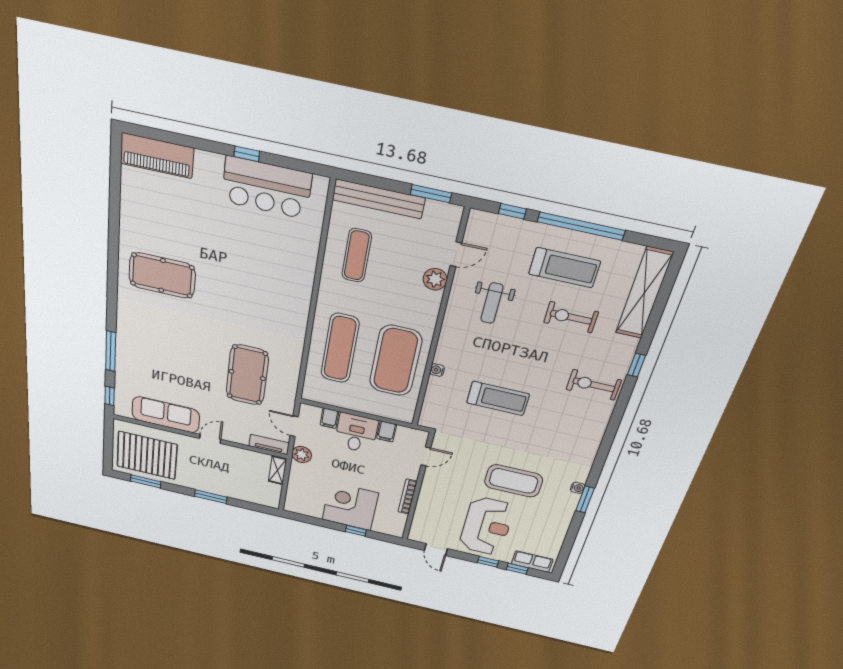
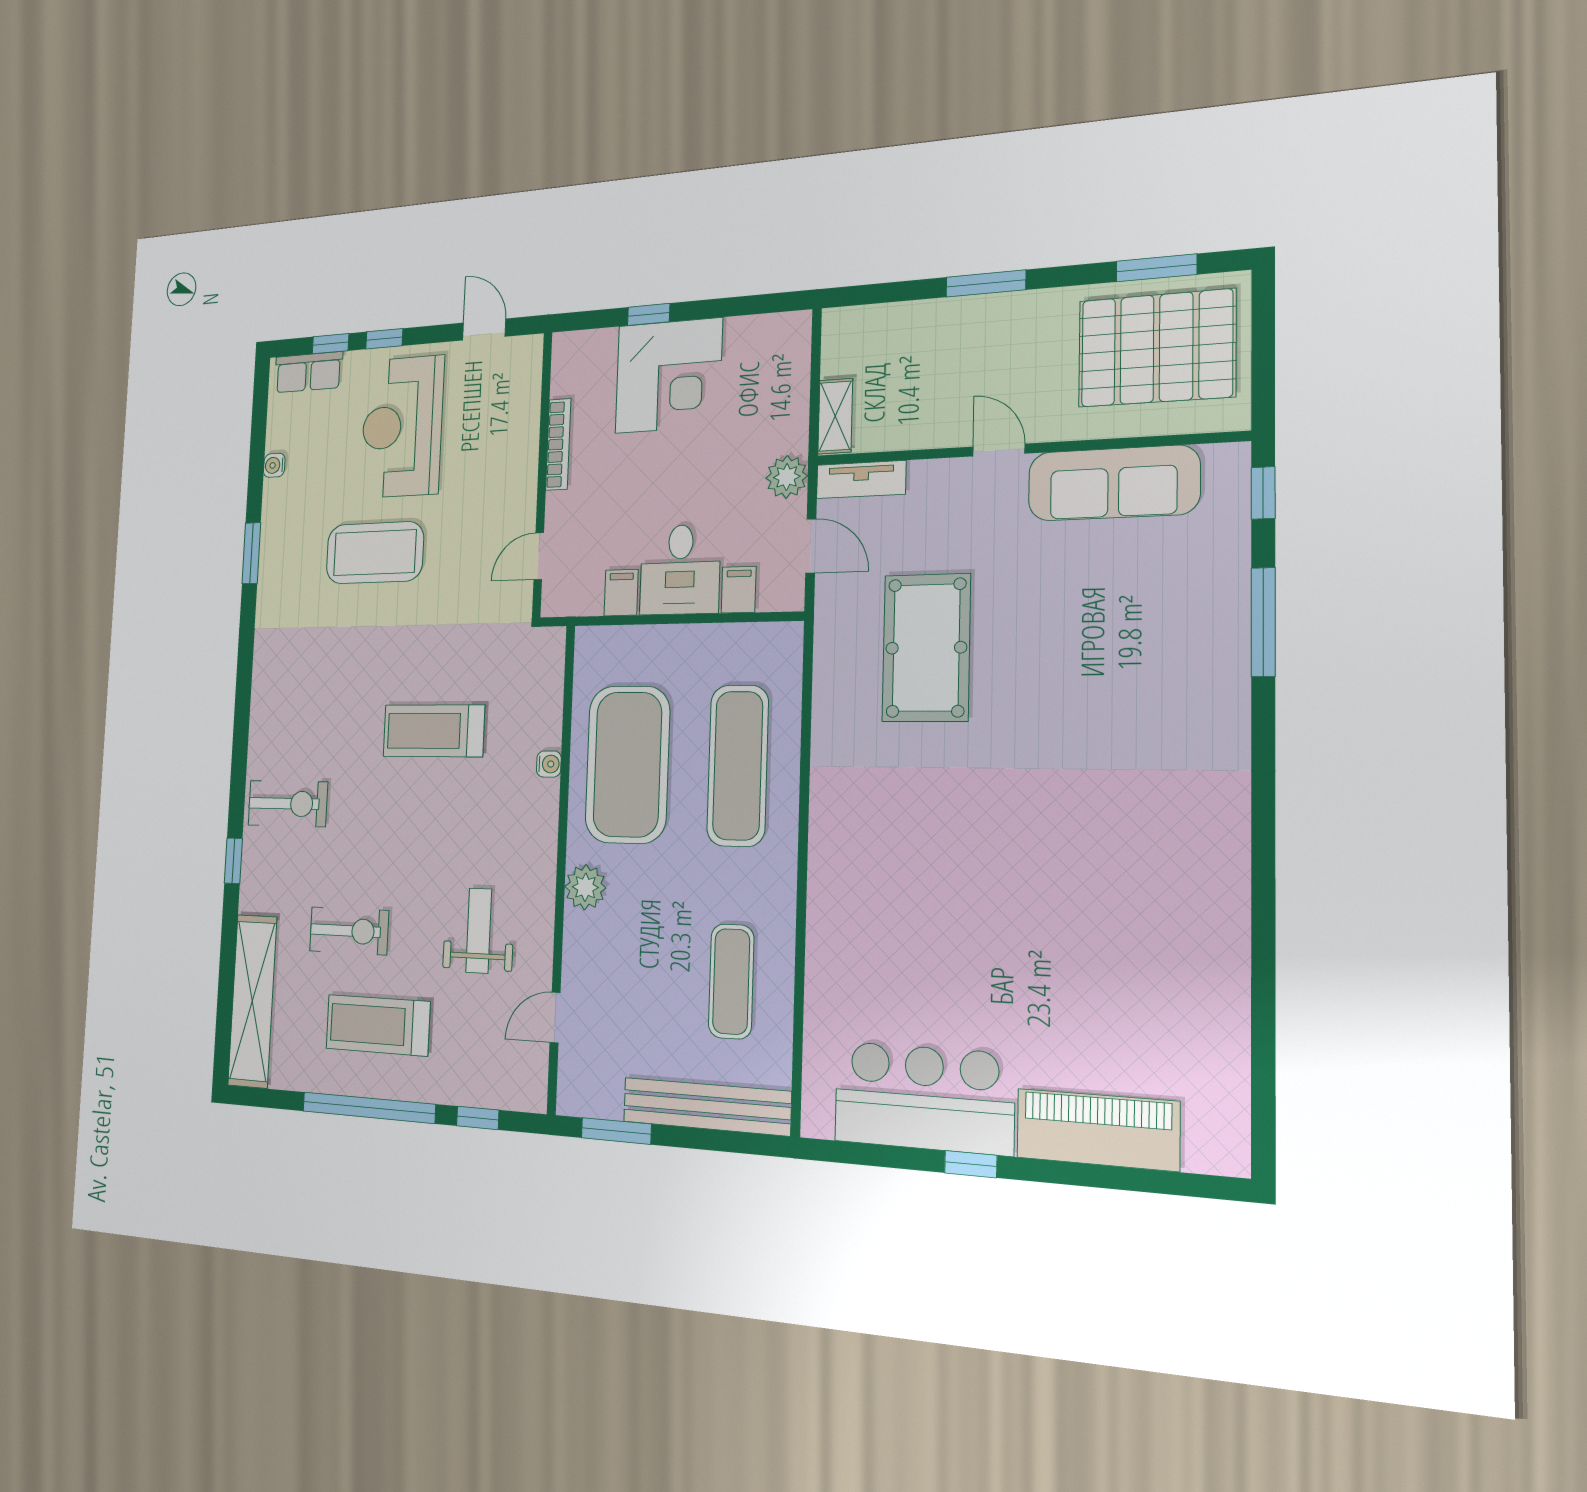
piano: (157, 156) -> (1098, 1130), moved
pool table: (162, 275) -> (1141, 853), removed
plant: (435, 279) -> (585, 887), moved
door: (210, 439) -> (999, 450), swing flipped
water cooler: (578, 488) -> (274, 465), moved

